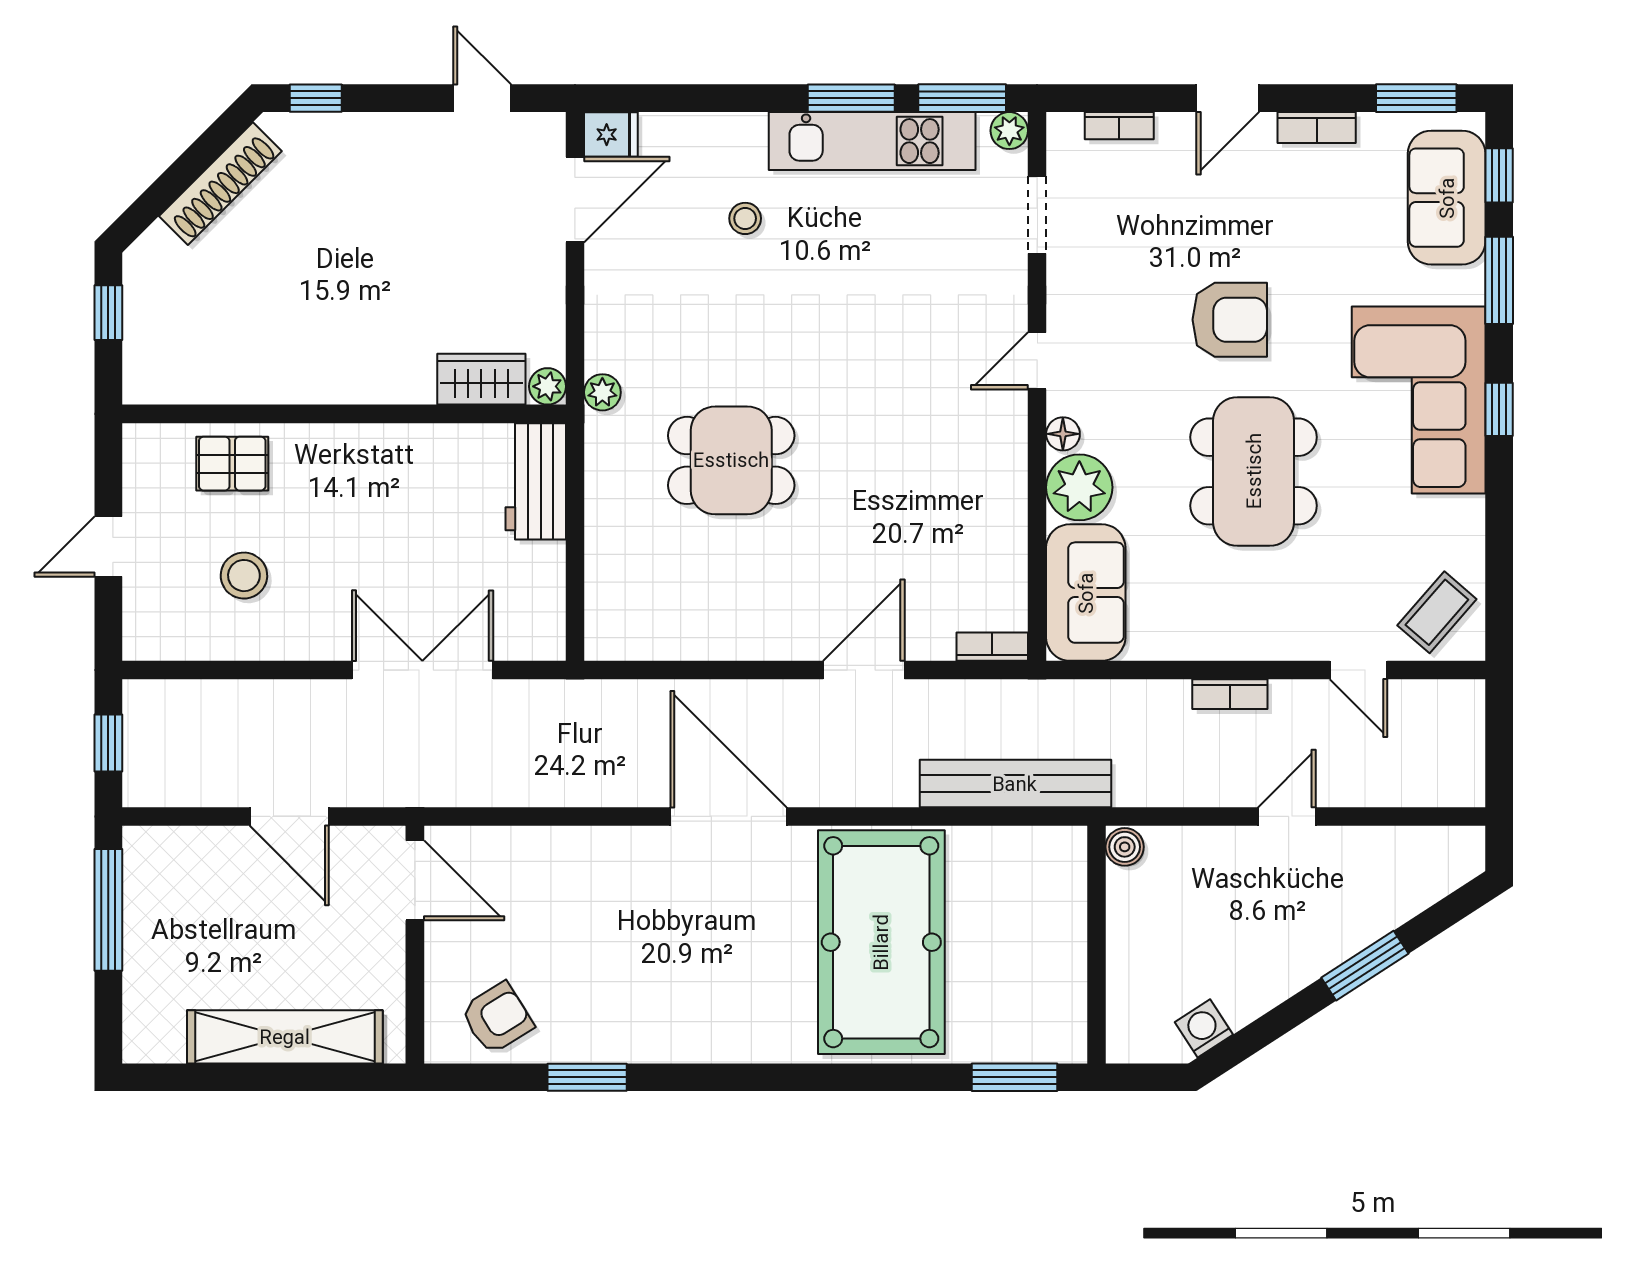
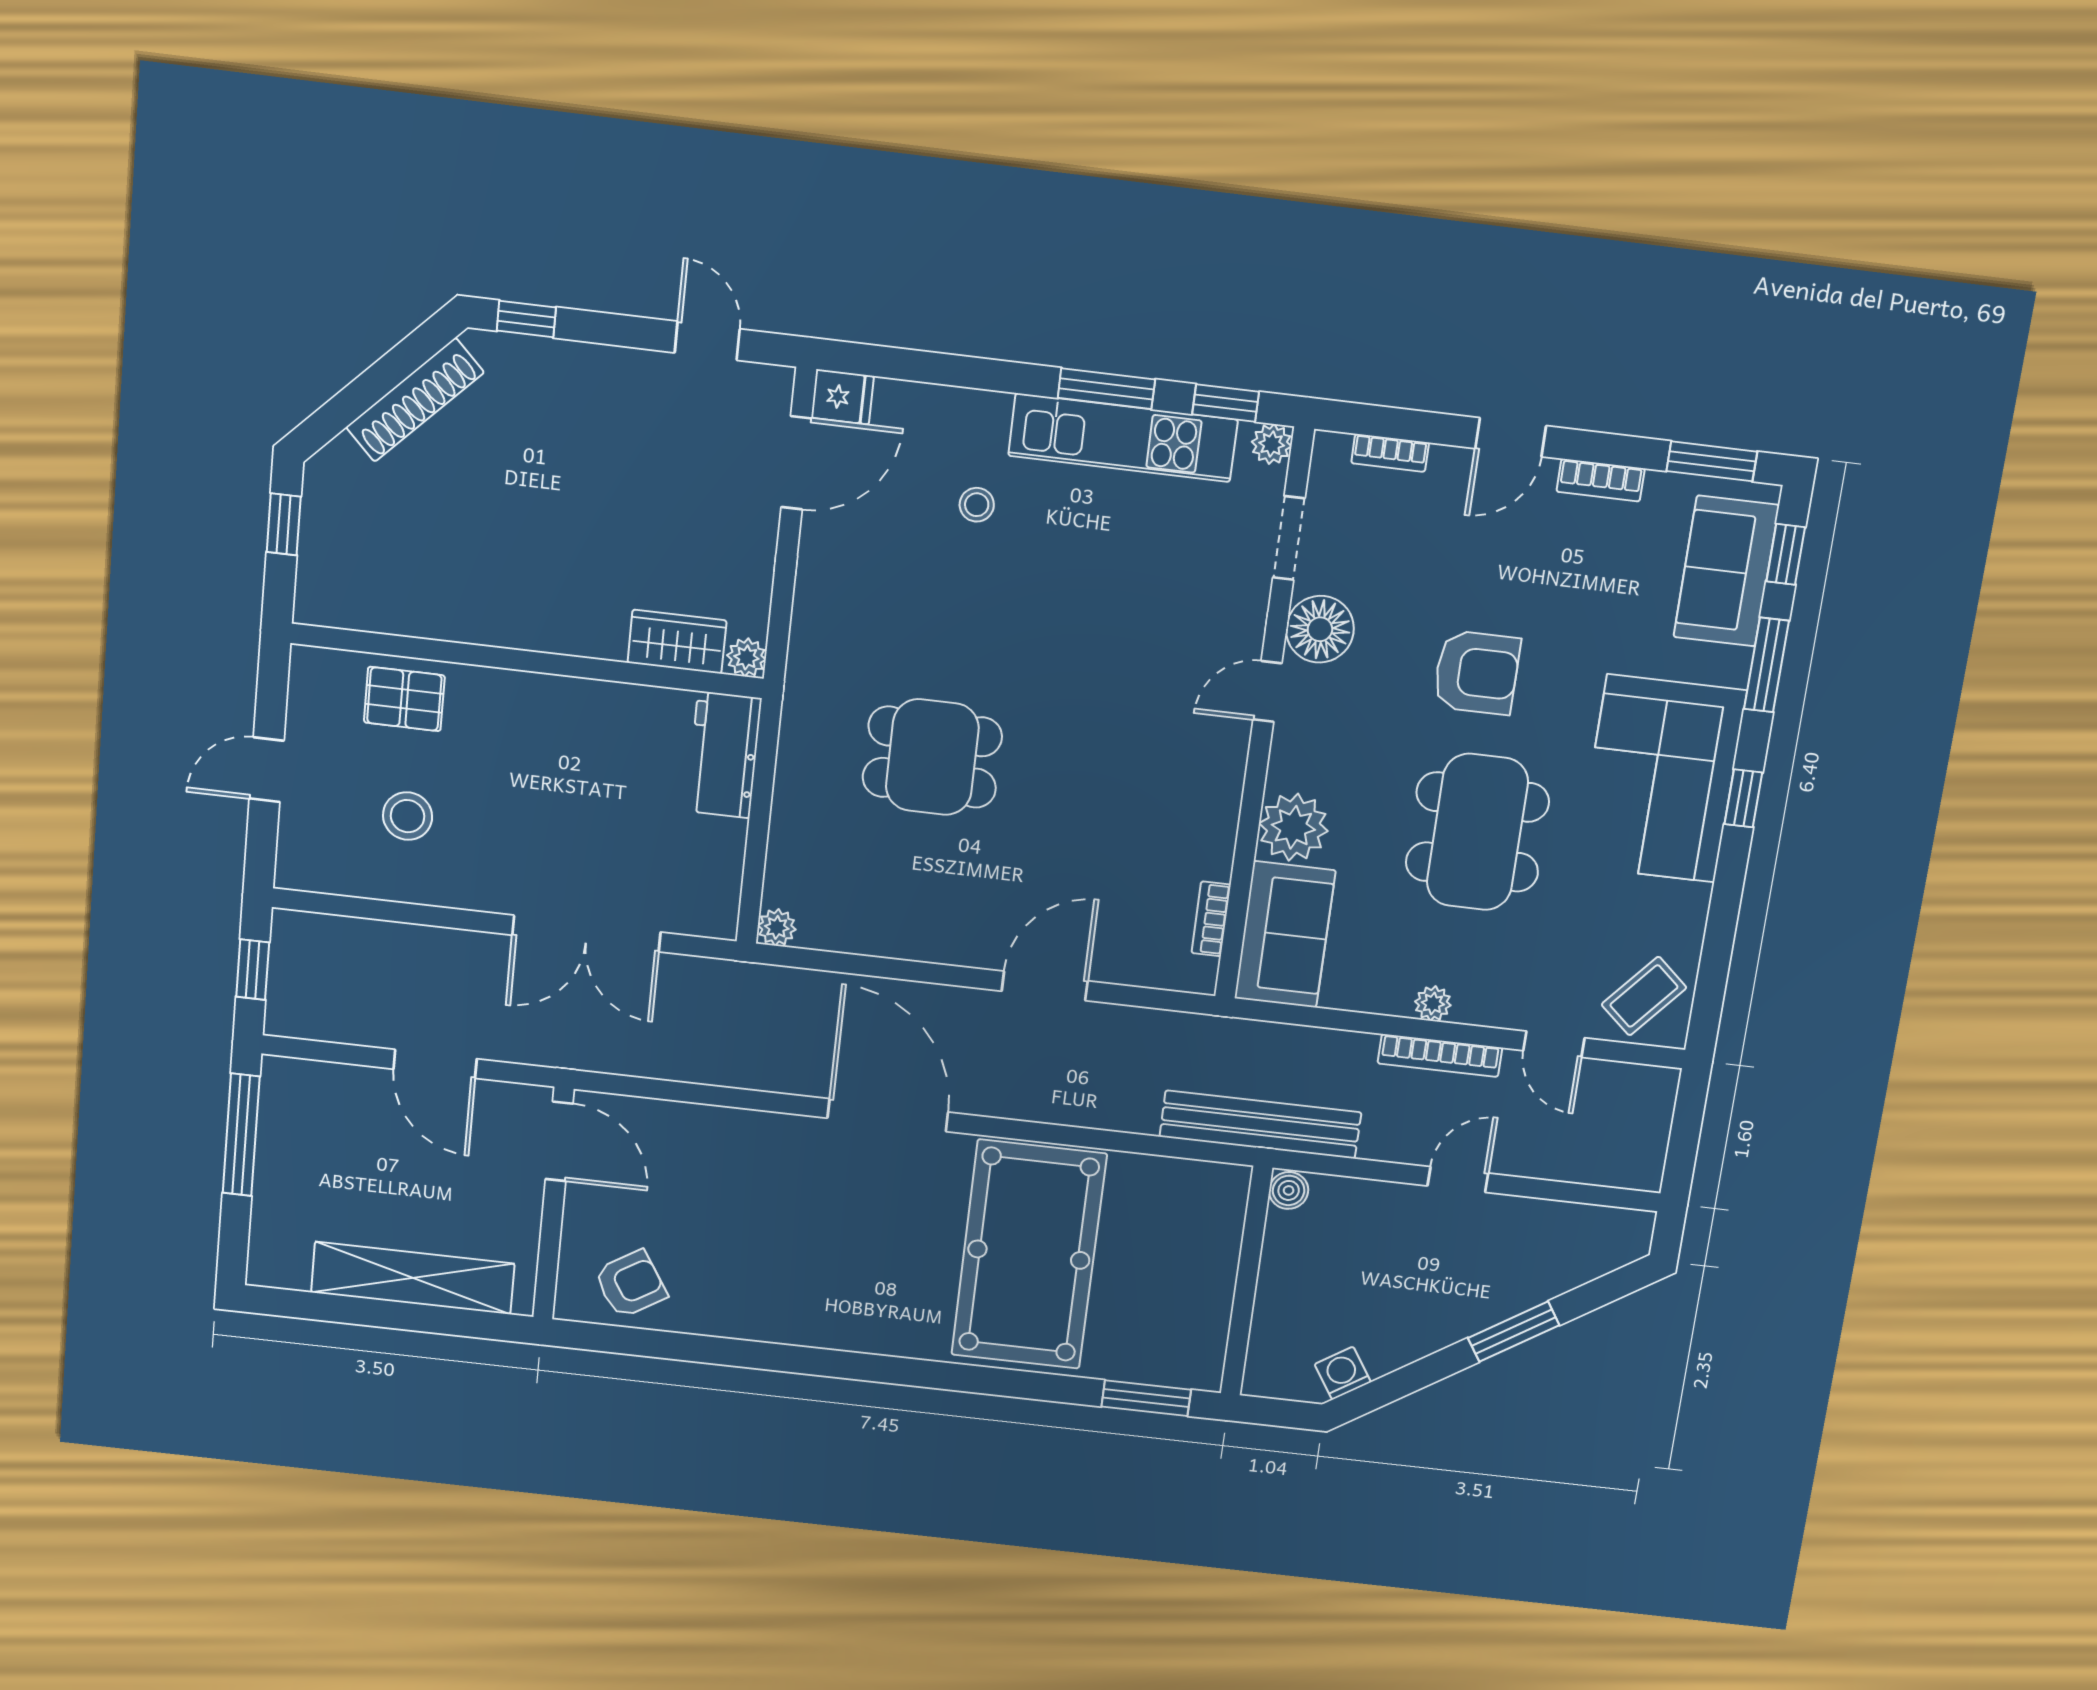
window: (962, 98) -> (1226, 403), width x0.67
plant: (602, 392) -> (777, 927), moved
floor lamp: (1063, 434) -> (1320, 629), moved, width x1.89, depth x1.89
plant: (1236, 643) -> (1433, 1003), added
bookcase: (992, 647) -> (1211, 919), moved, turned -90
double door: (422, 670) -> (586, 934), swing flipped
bookcase: (1230, 694) -> (1440, 1056), width x1.56
bench: (1015, 784) -> (1260, 1124), moved
window: (587, 1077) -> (716, 1351), removed

